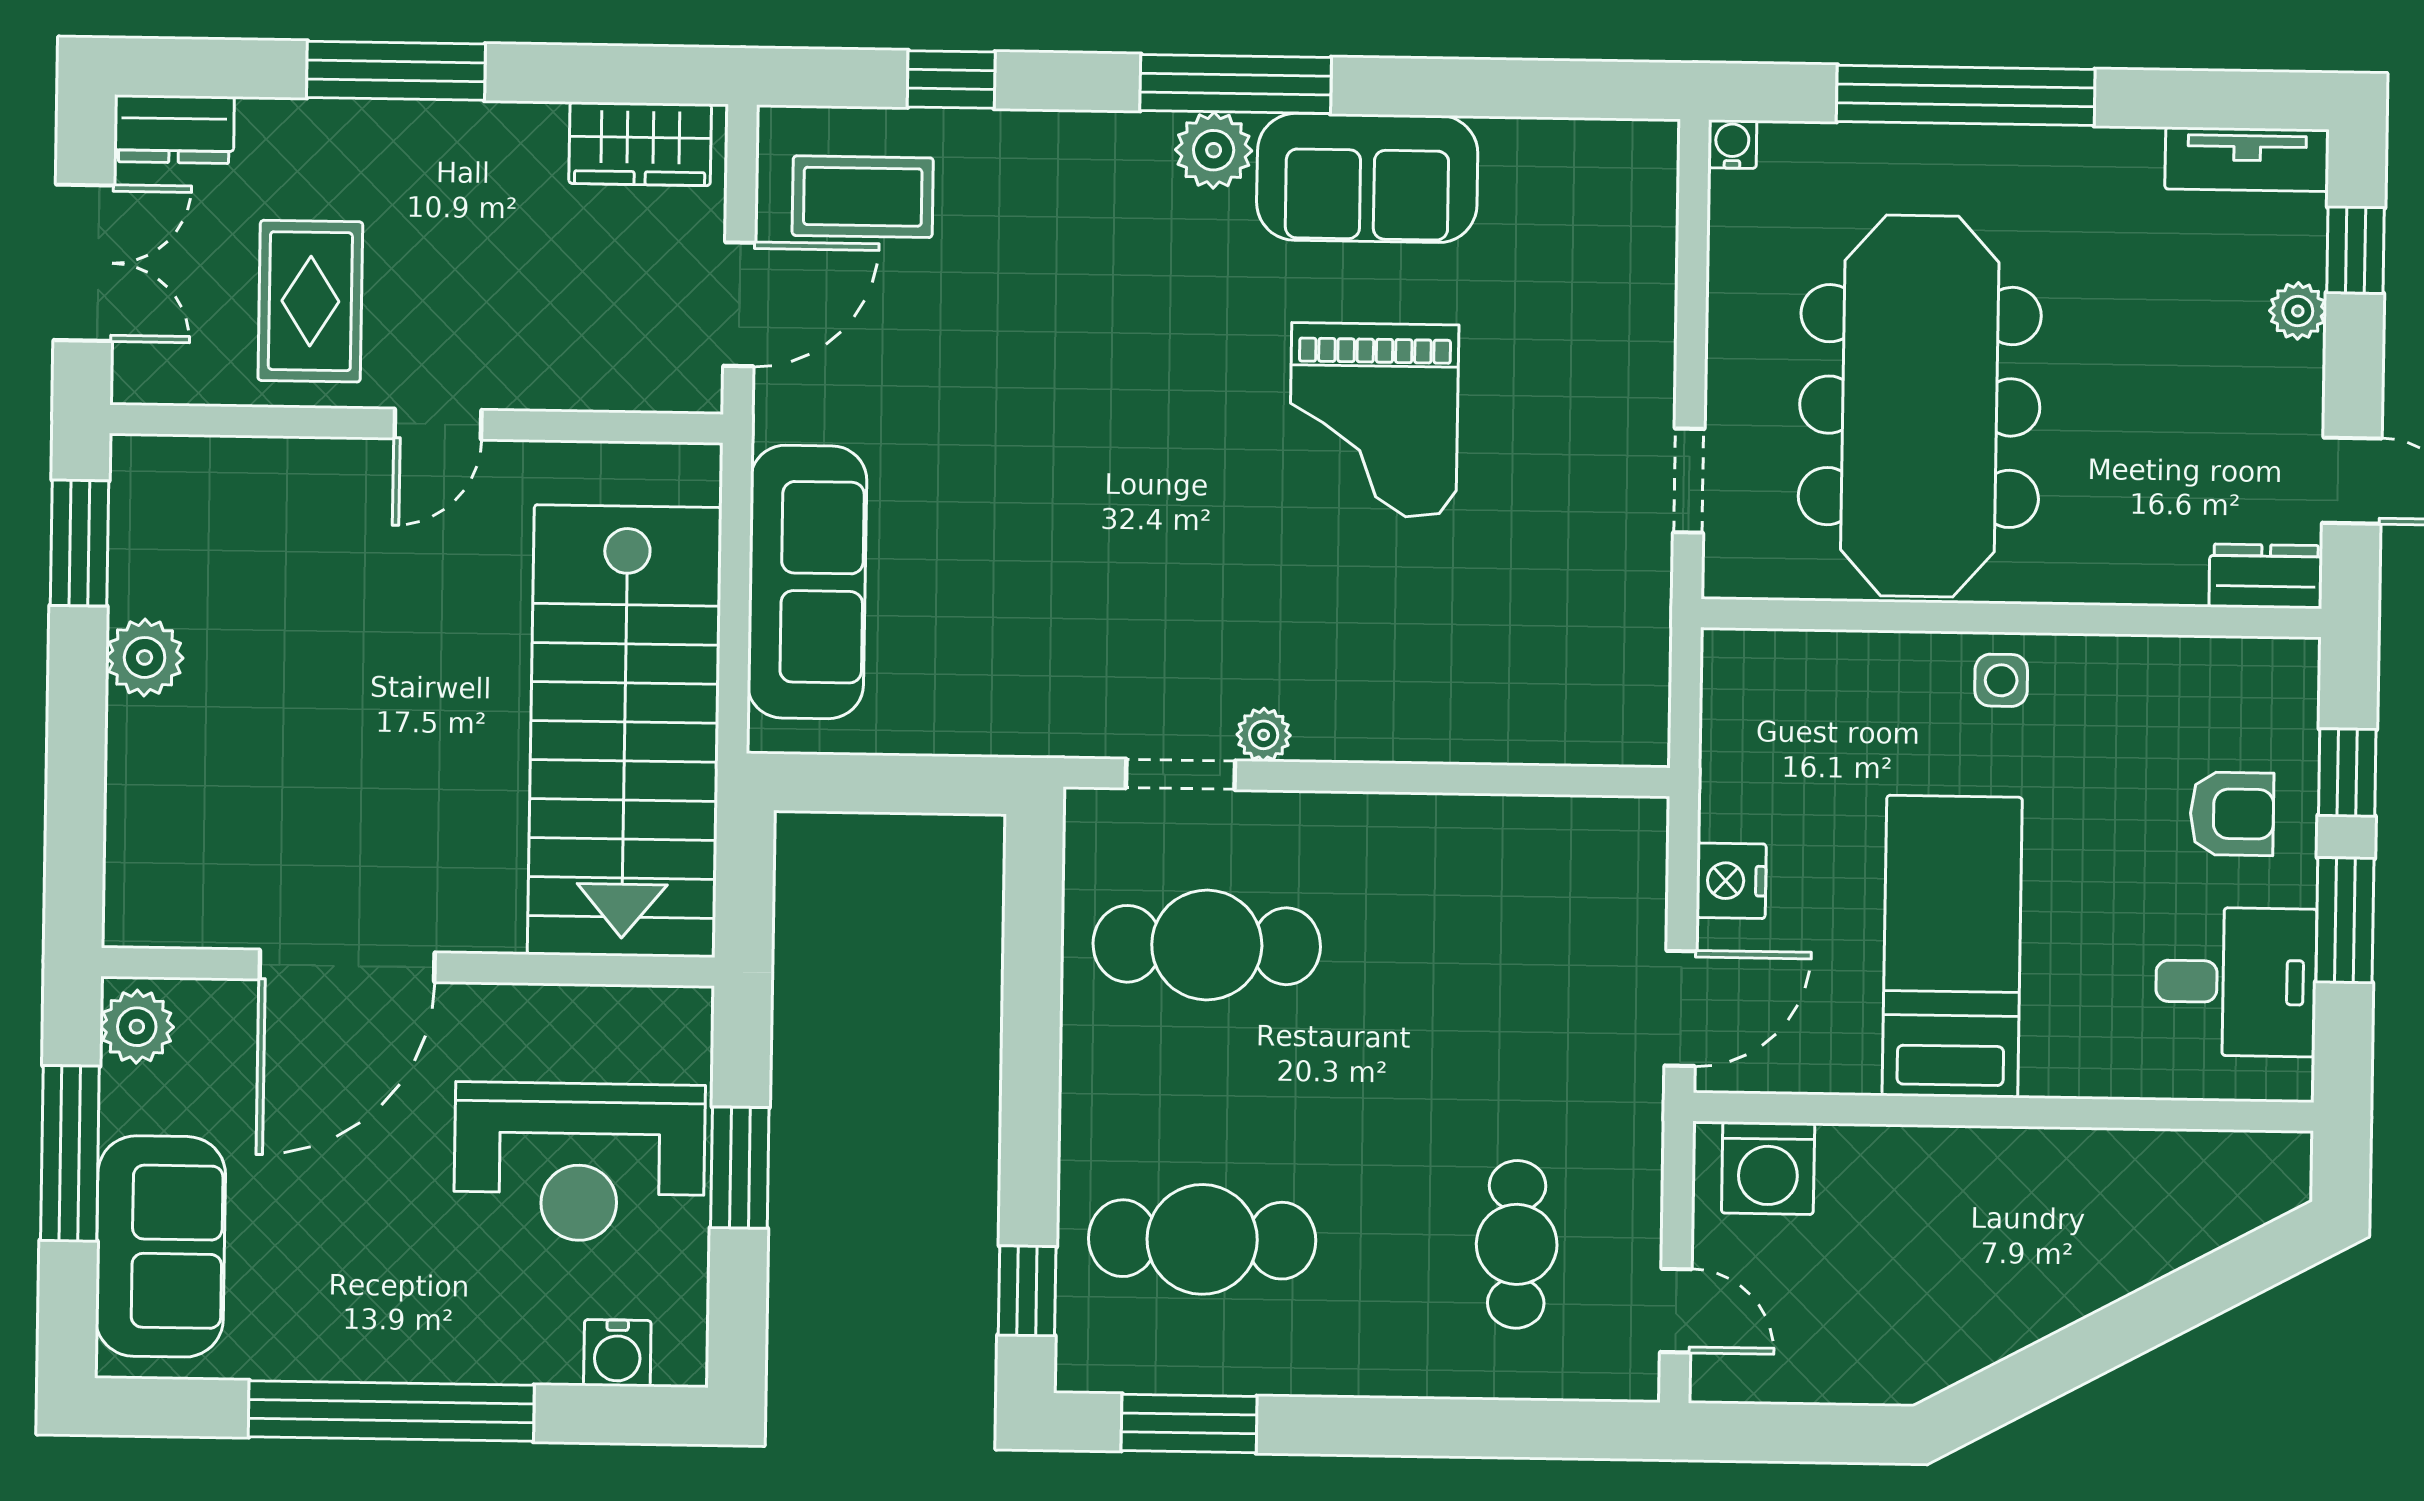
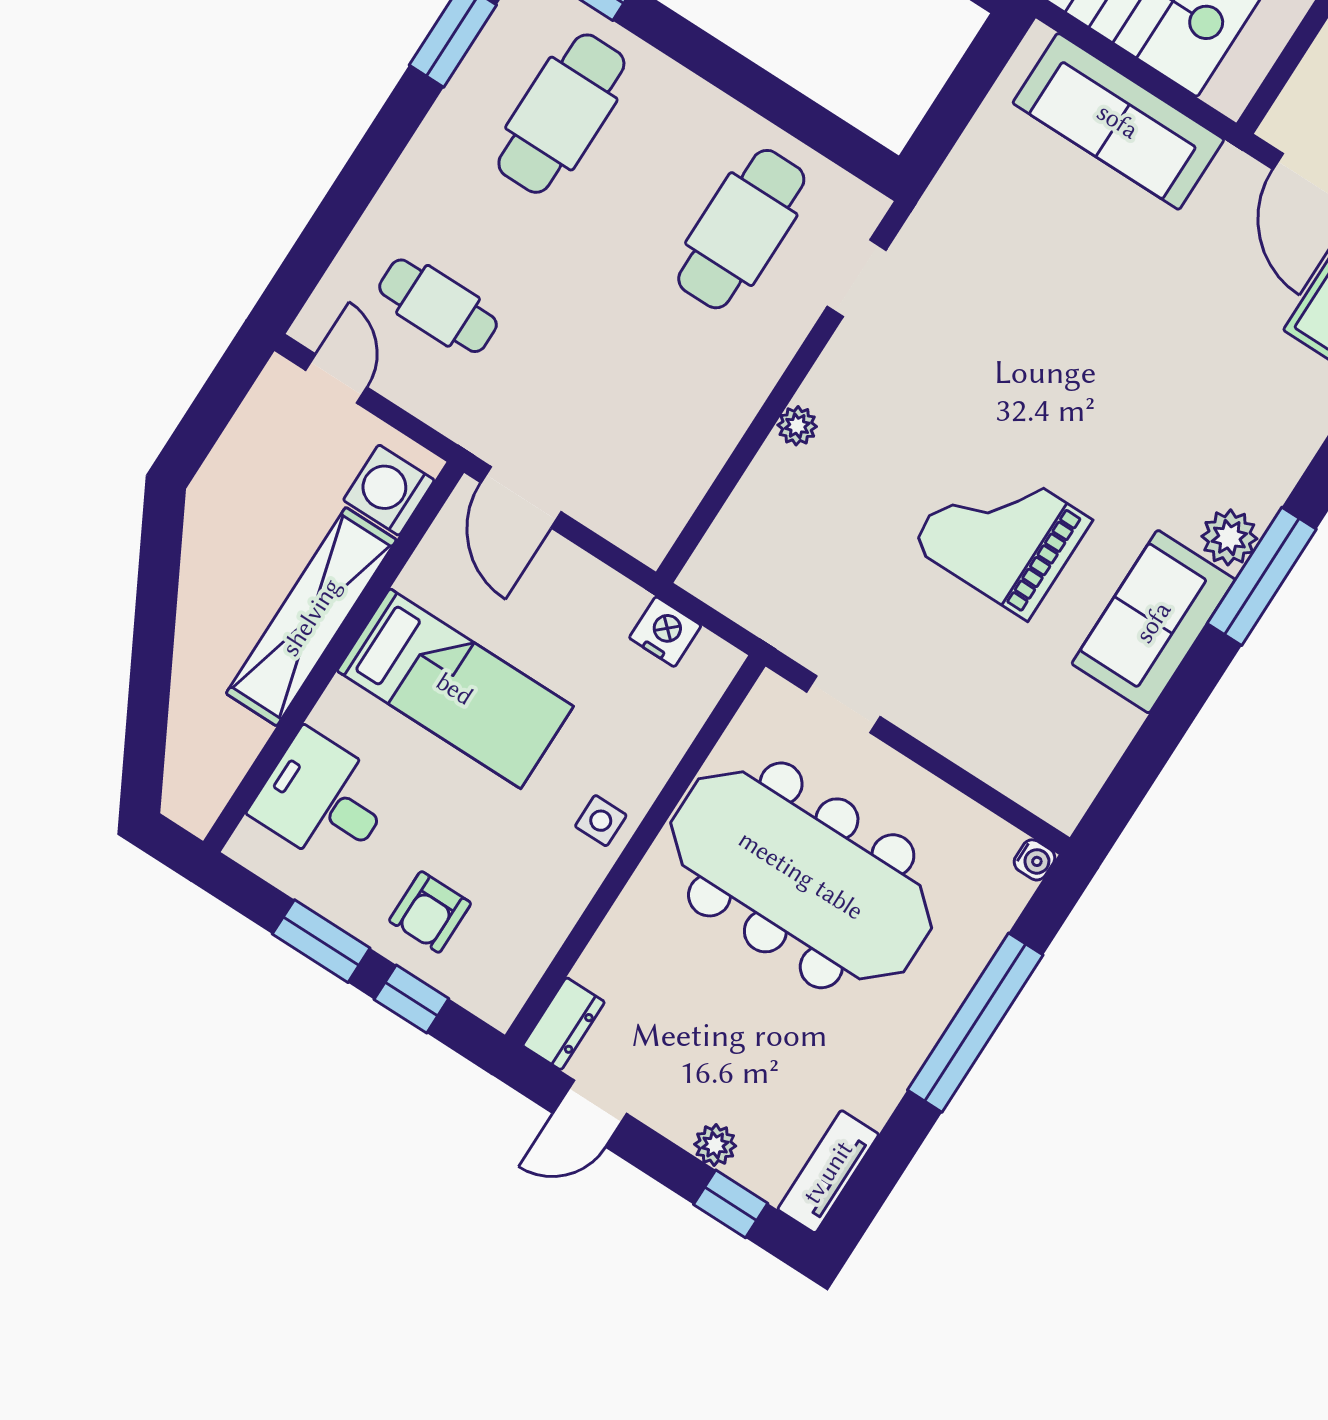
plant: (1264, 735) -> (797, 426), moved
nightstand: (1731, 881) -> (665, 632), moved
desk: (2236, 982) -> (323, 800), moved, turned 90
shelving: (1972, 1167) -> (311, 617), added
door: (1676, 1311) -> (336, 379), swing flipped

